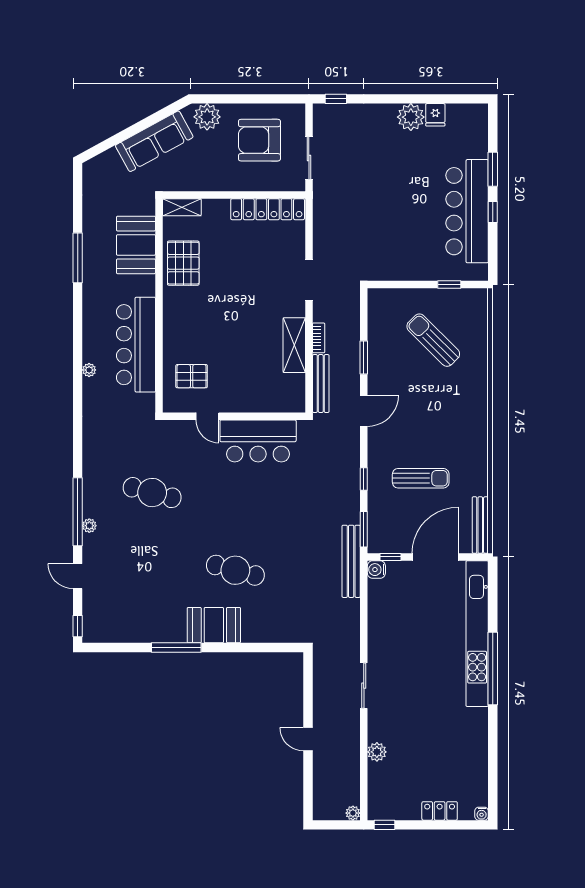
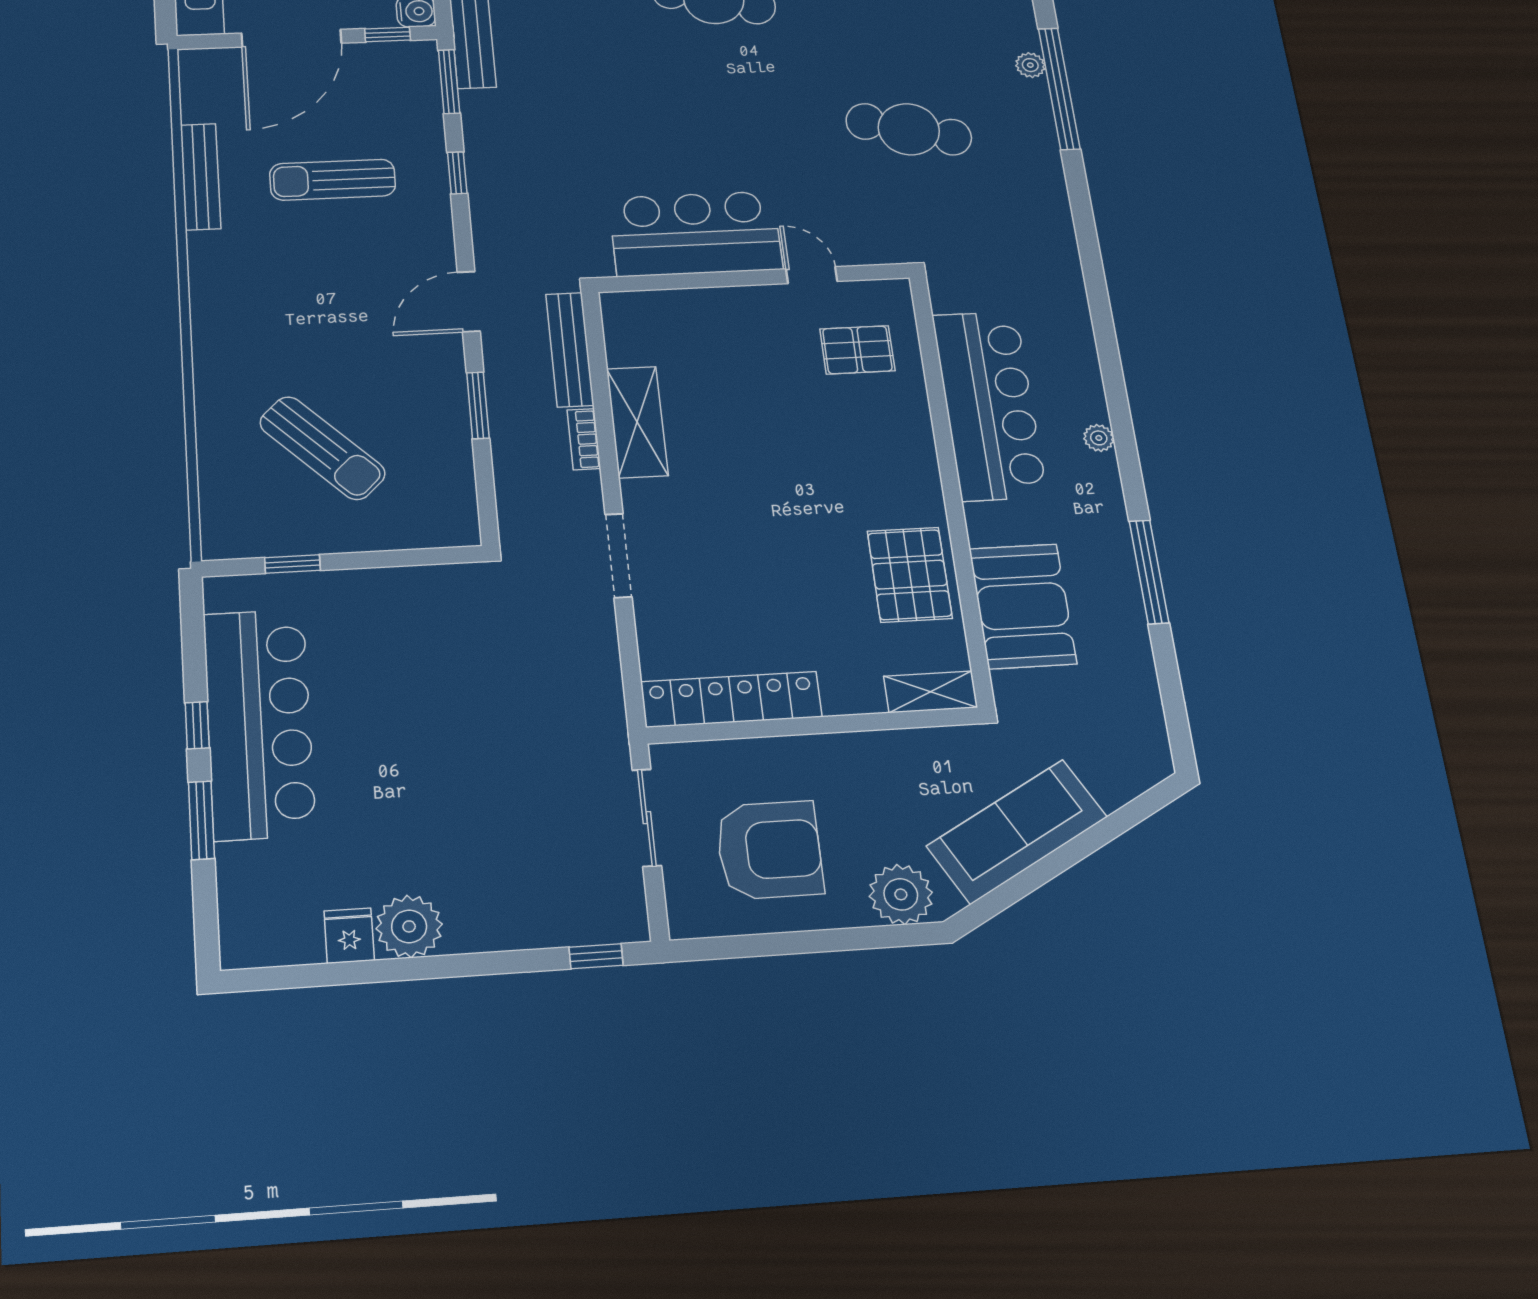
plant: (89, 370) -> (1099, 438), moved
bench: (480, 525) -> (201, 177), moved

